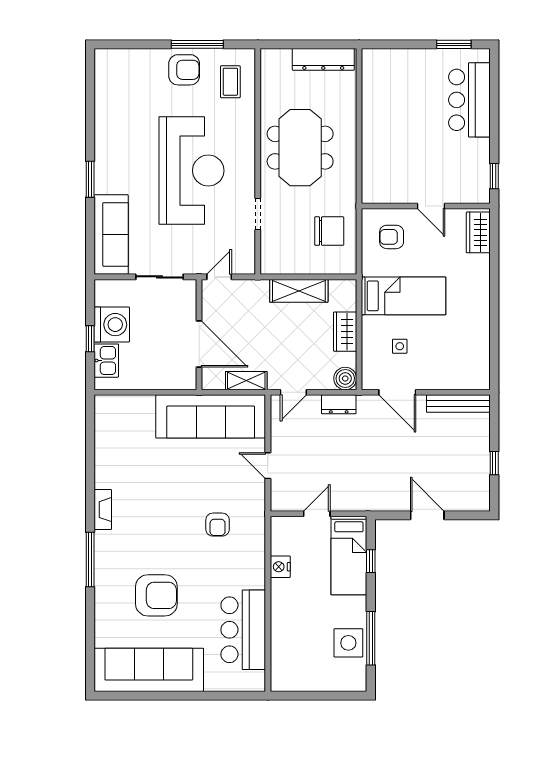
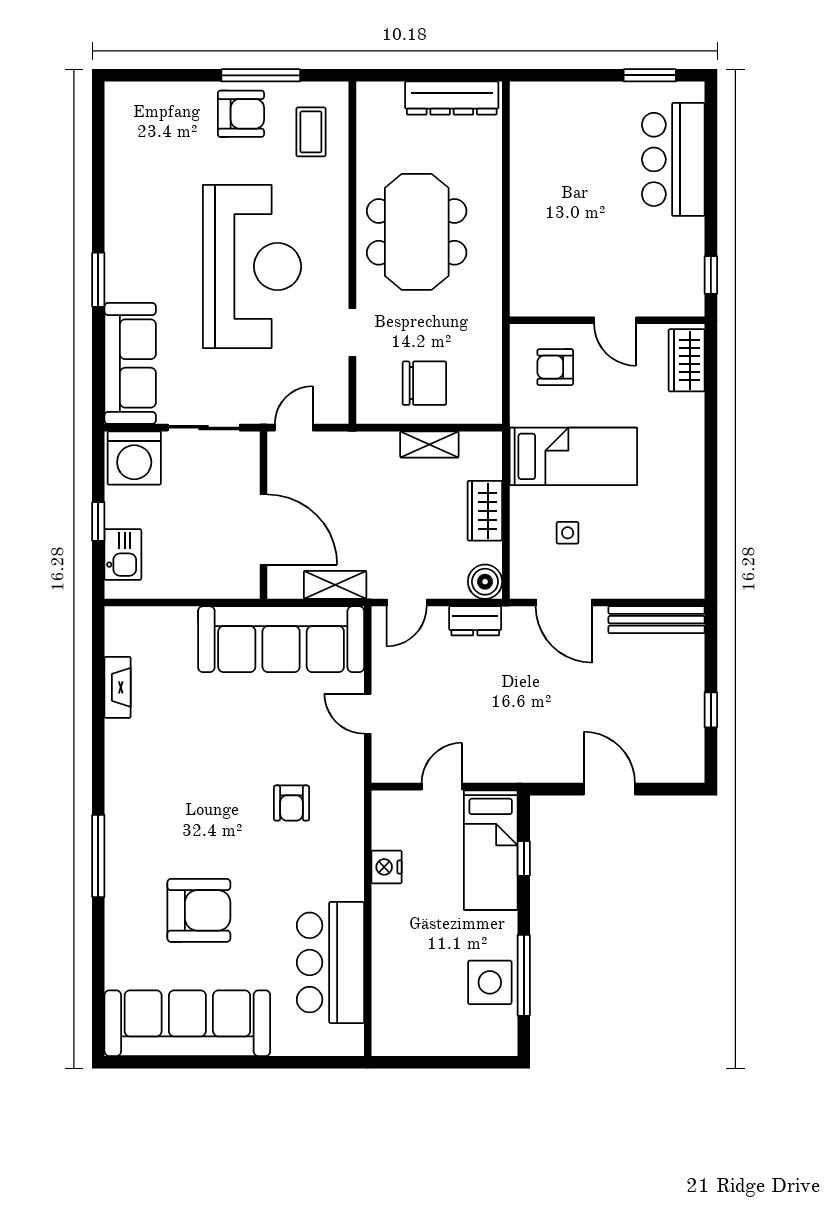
chair: (329, 231) -> (424, 383), moved
shelving: (299, 291) -> (429, 444), width x0.67, depth x0.75
washing machine: (112, 325) -> (134, 458), moved, turned 90
fireplace: (103, 510) -> (118, 687), moved

